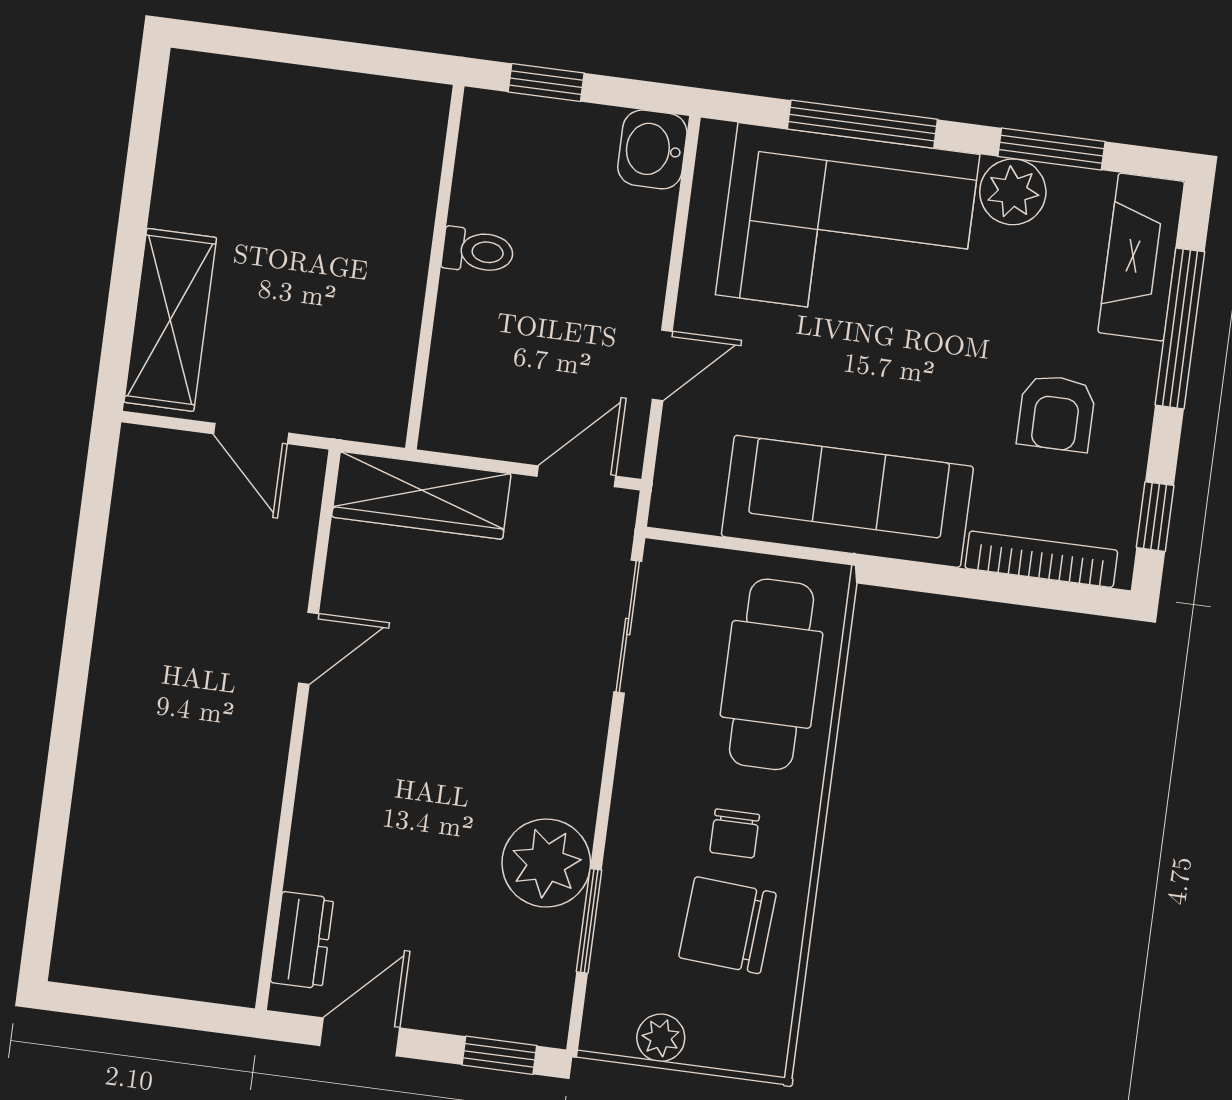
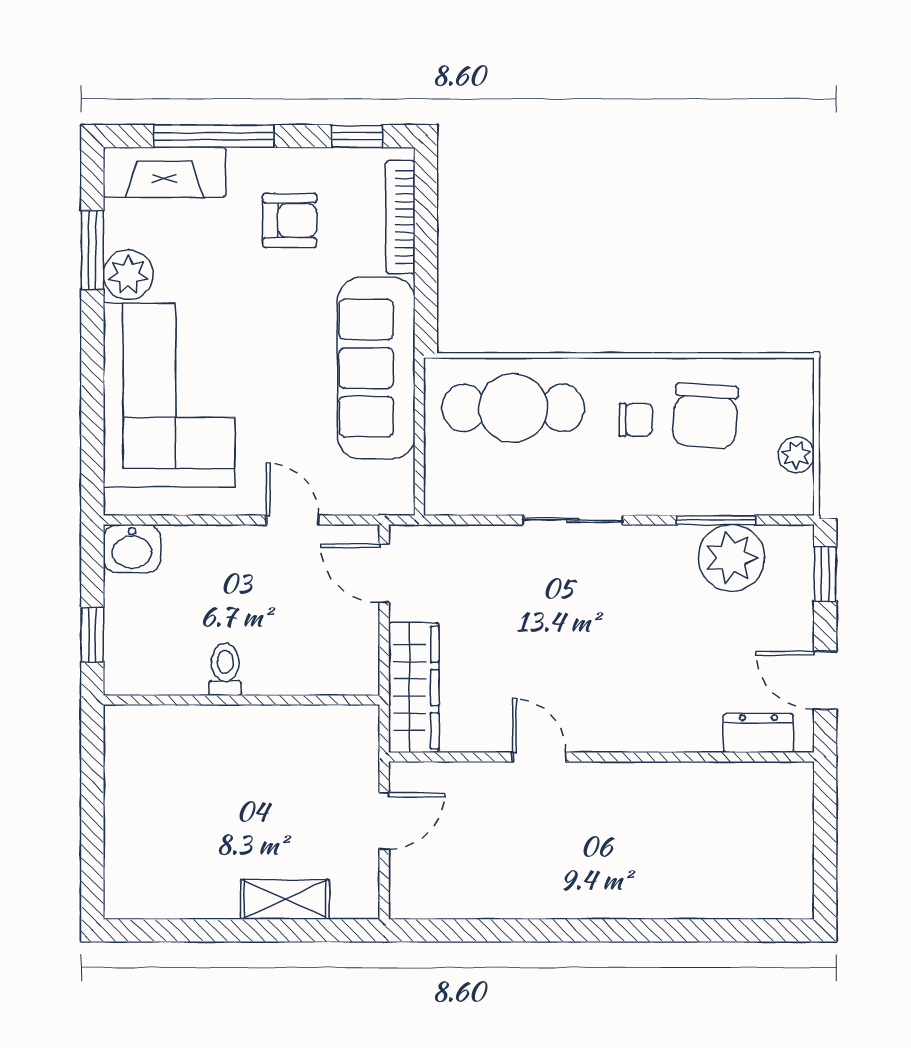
window: (862, 124) -> (92, 394), removed
shelving: (170, 320) -> (285, 899), width x0.67, depth x0.75
sliding door: (628, 627) -> (573, 520), moved
plant: (546, 863) -> (731, 558), moved

